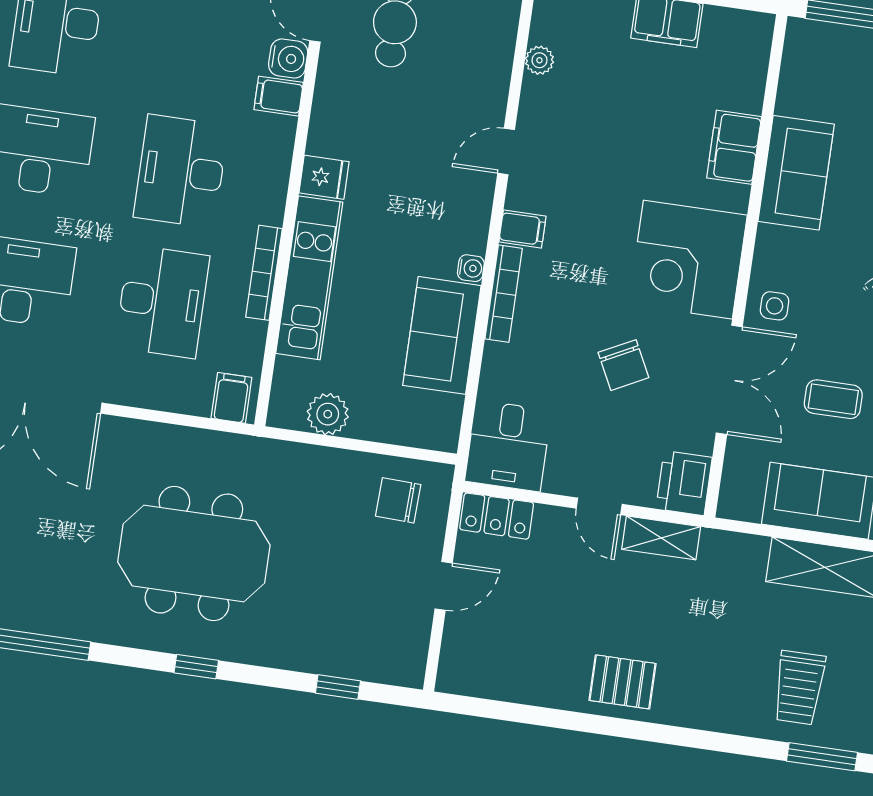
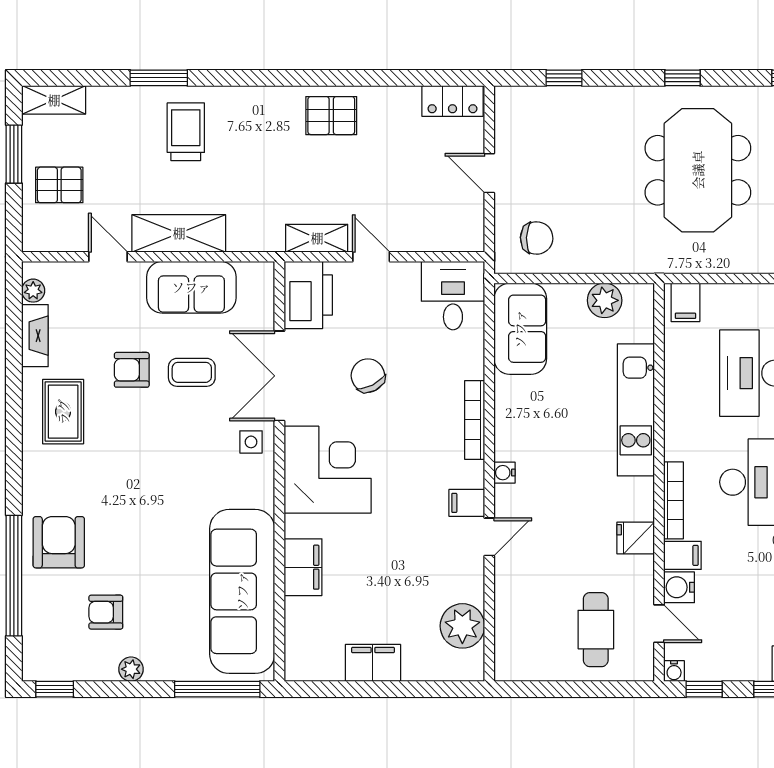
plant: (539, 60) -> (462, 626), width x1.88, depth x1.88
sofa: (796, 173) -> (242, 591), width x1.85, depth x1.27
fridge: (324, 177) -> (636, 538), moved
filing cabinet: (522, 229) -> (467, 503), moved
water cooler: (471, 268) -> (504, 473), moved
bookcase: (264, 273) -> (674, 500), moved
sofa: (442, 335) -> (520, 329), moved
printer: (684, 483) -> (308, 295), width x1.37, depth x1.19
locker: (497, 516) -> (452, 101), moved, turned 180
meeting table: (194, 554) -> (698, 170), turned 90
door: (444, 586) -> (489, 173), hinge flipped

